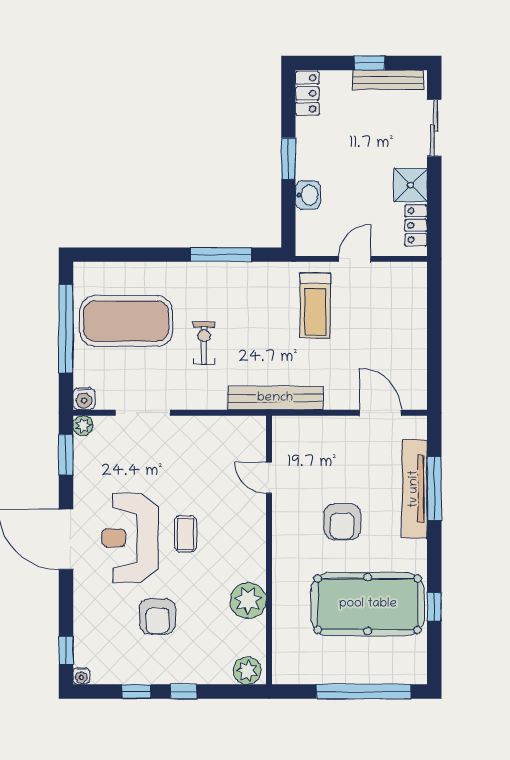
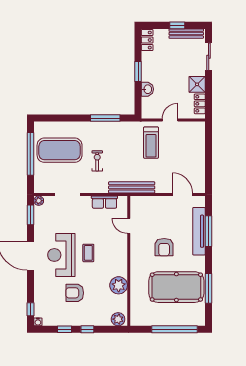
water cooler: (84, 399) -> (39, 188), removed
row of seats: (219, 428) -> (104, 202), added
window: (434, 607) -> (209, 288), width x2.17
armchair: (157, 616) -> (75, 293), turned 90

